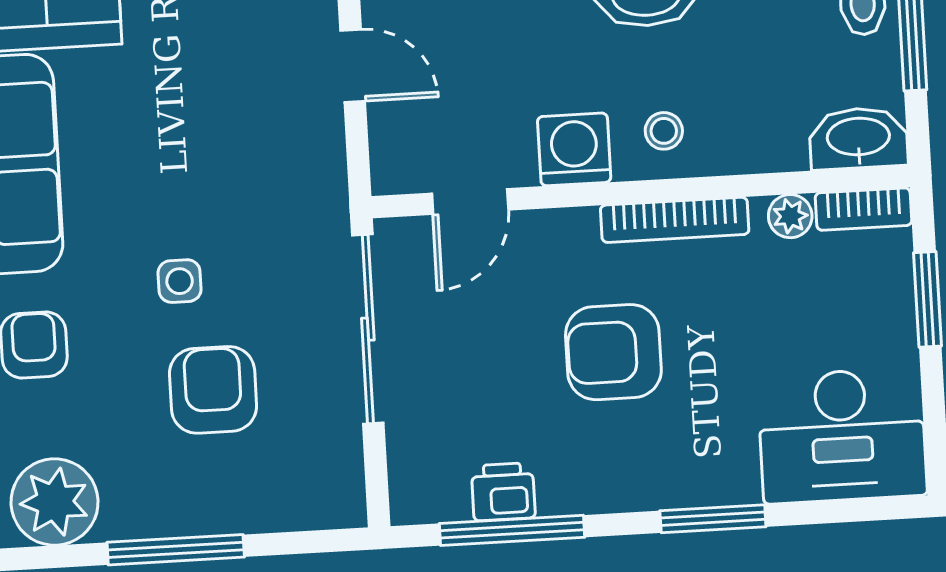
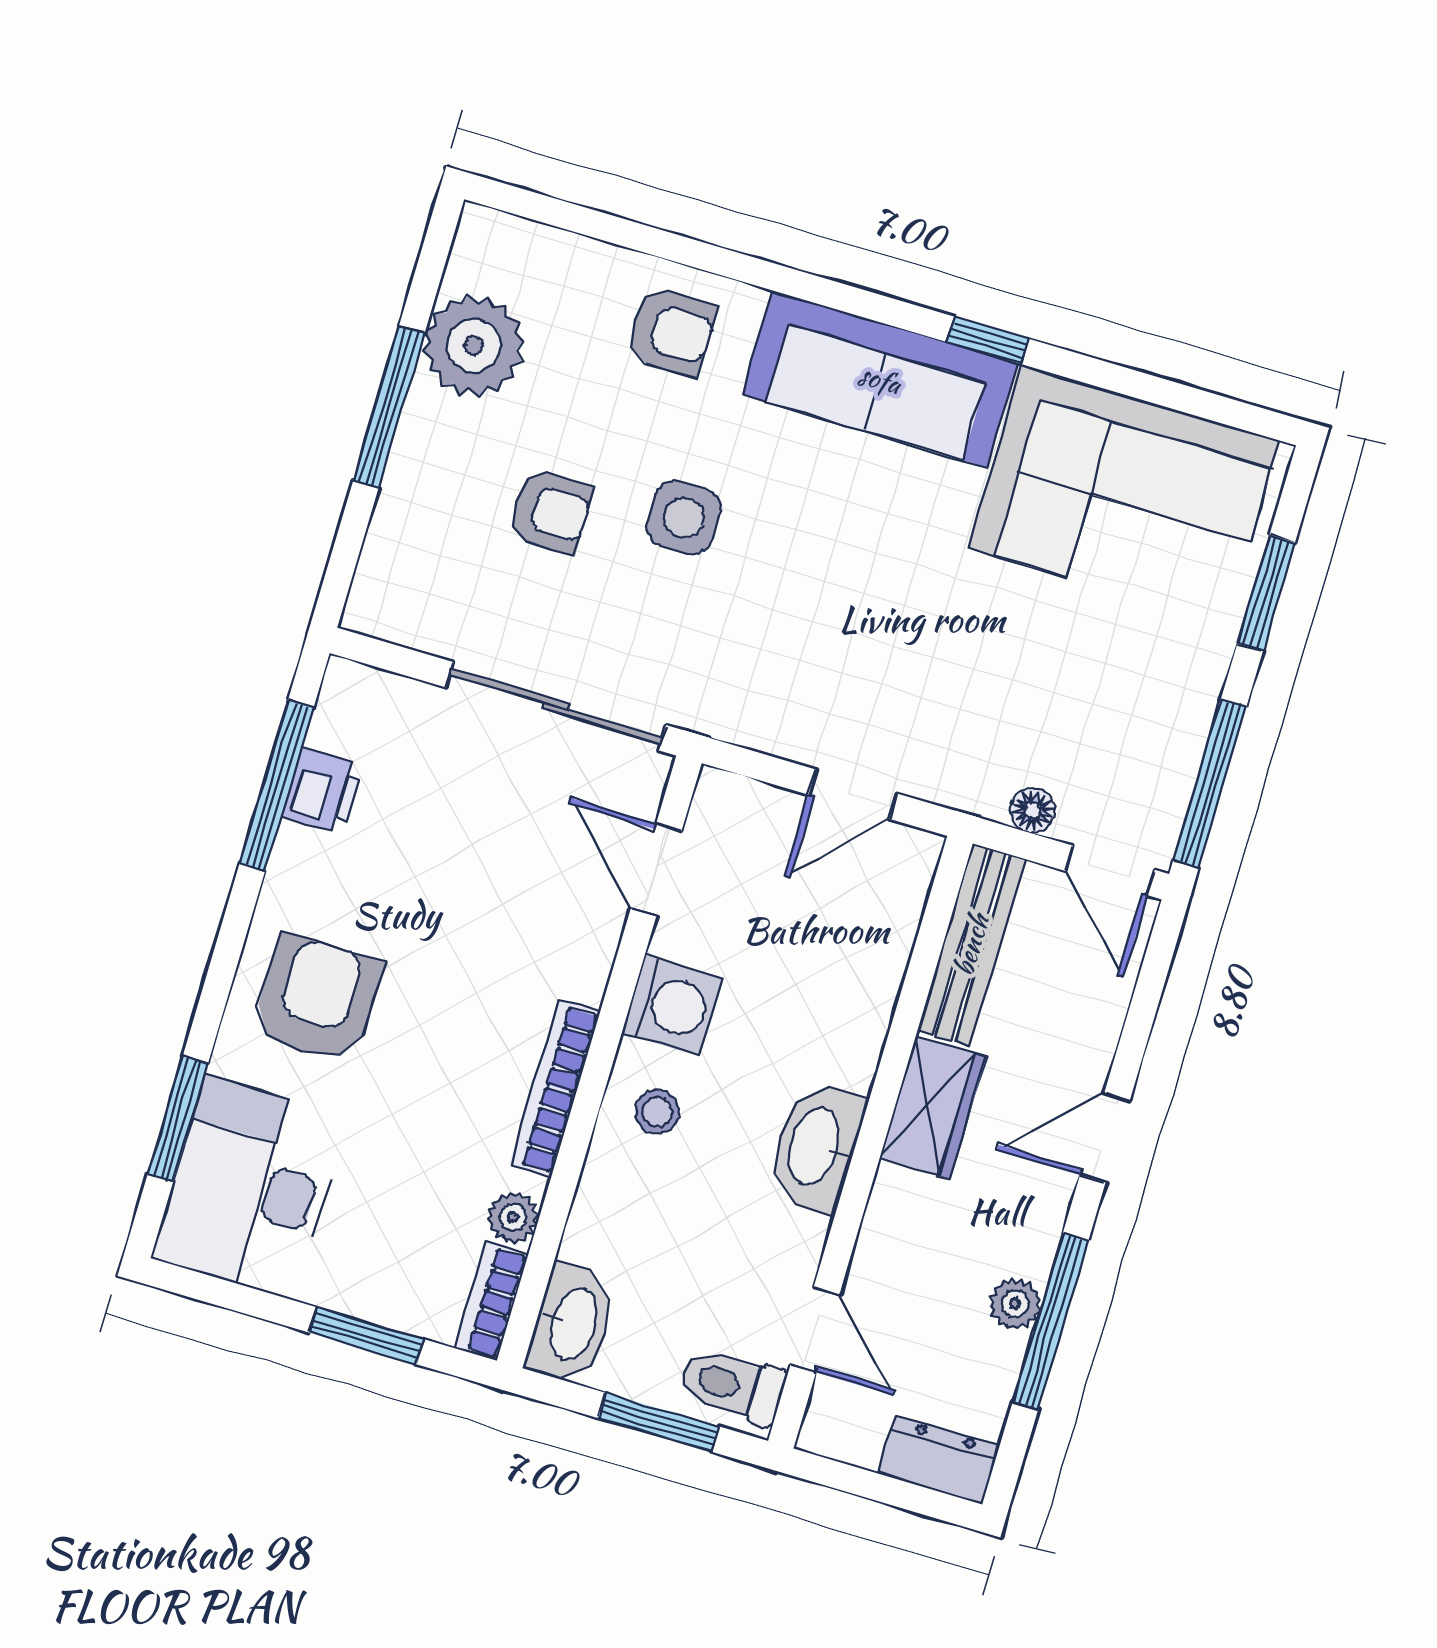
side table: (180, 281) -> (684, 517), width x1.37, depth x1.37
armchair: (613, 352) -> (317, 999), moved
armchair: (213, 390) -> (550, 511), width x0.72, depth x0.72
plant: (55, 502) -> (474, 346), moved
window: (713, 519) -> (178, 1119), moved

